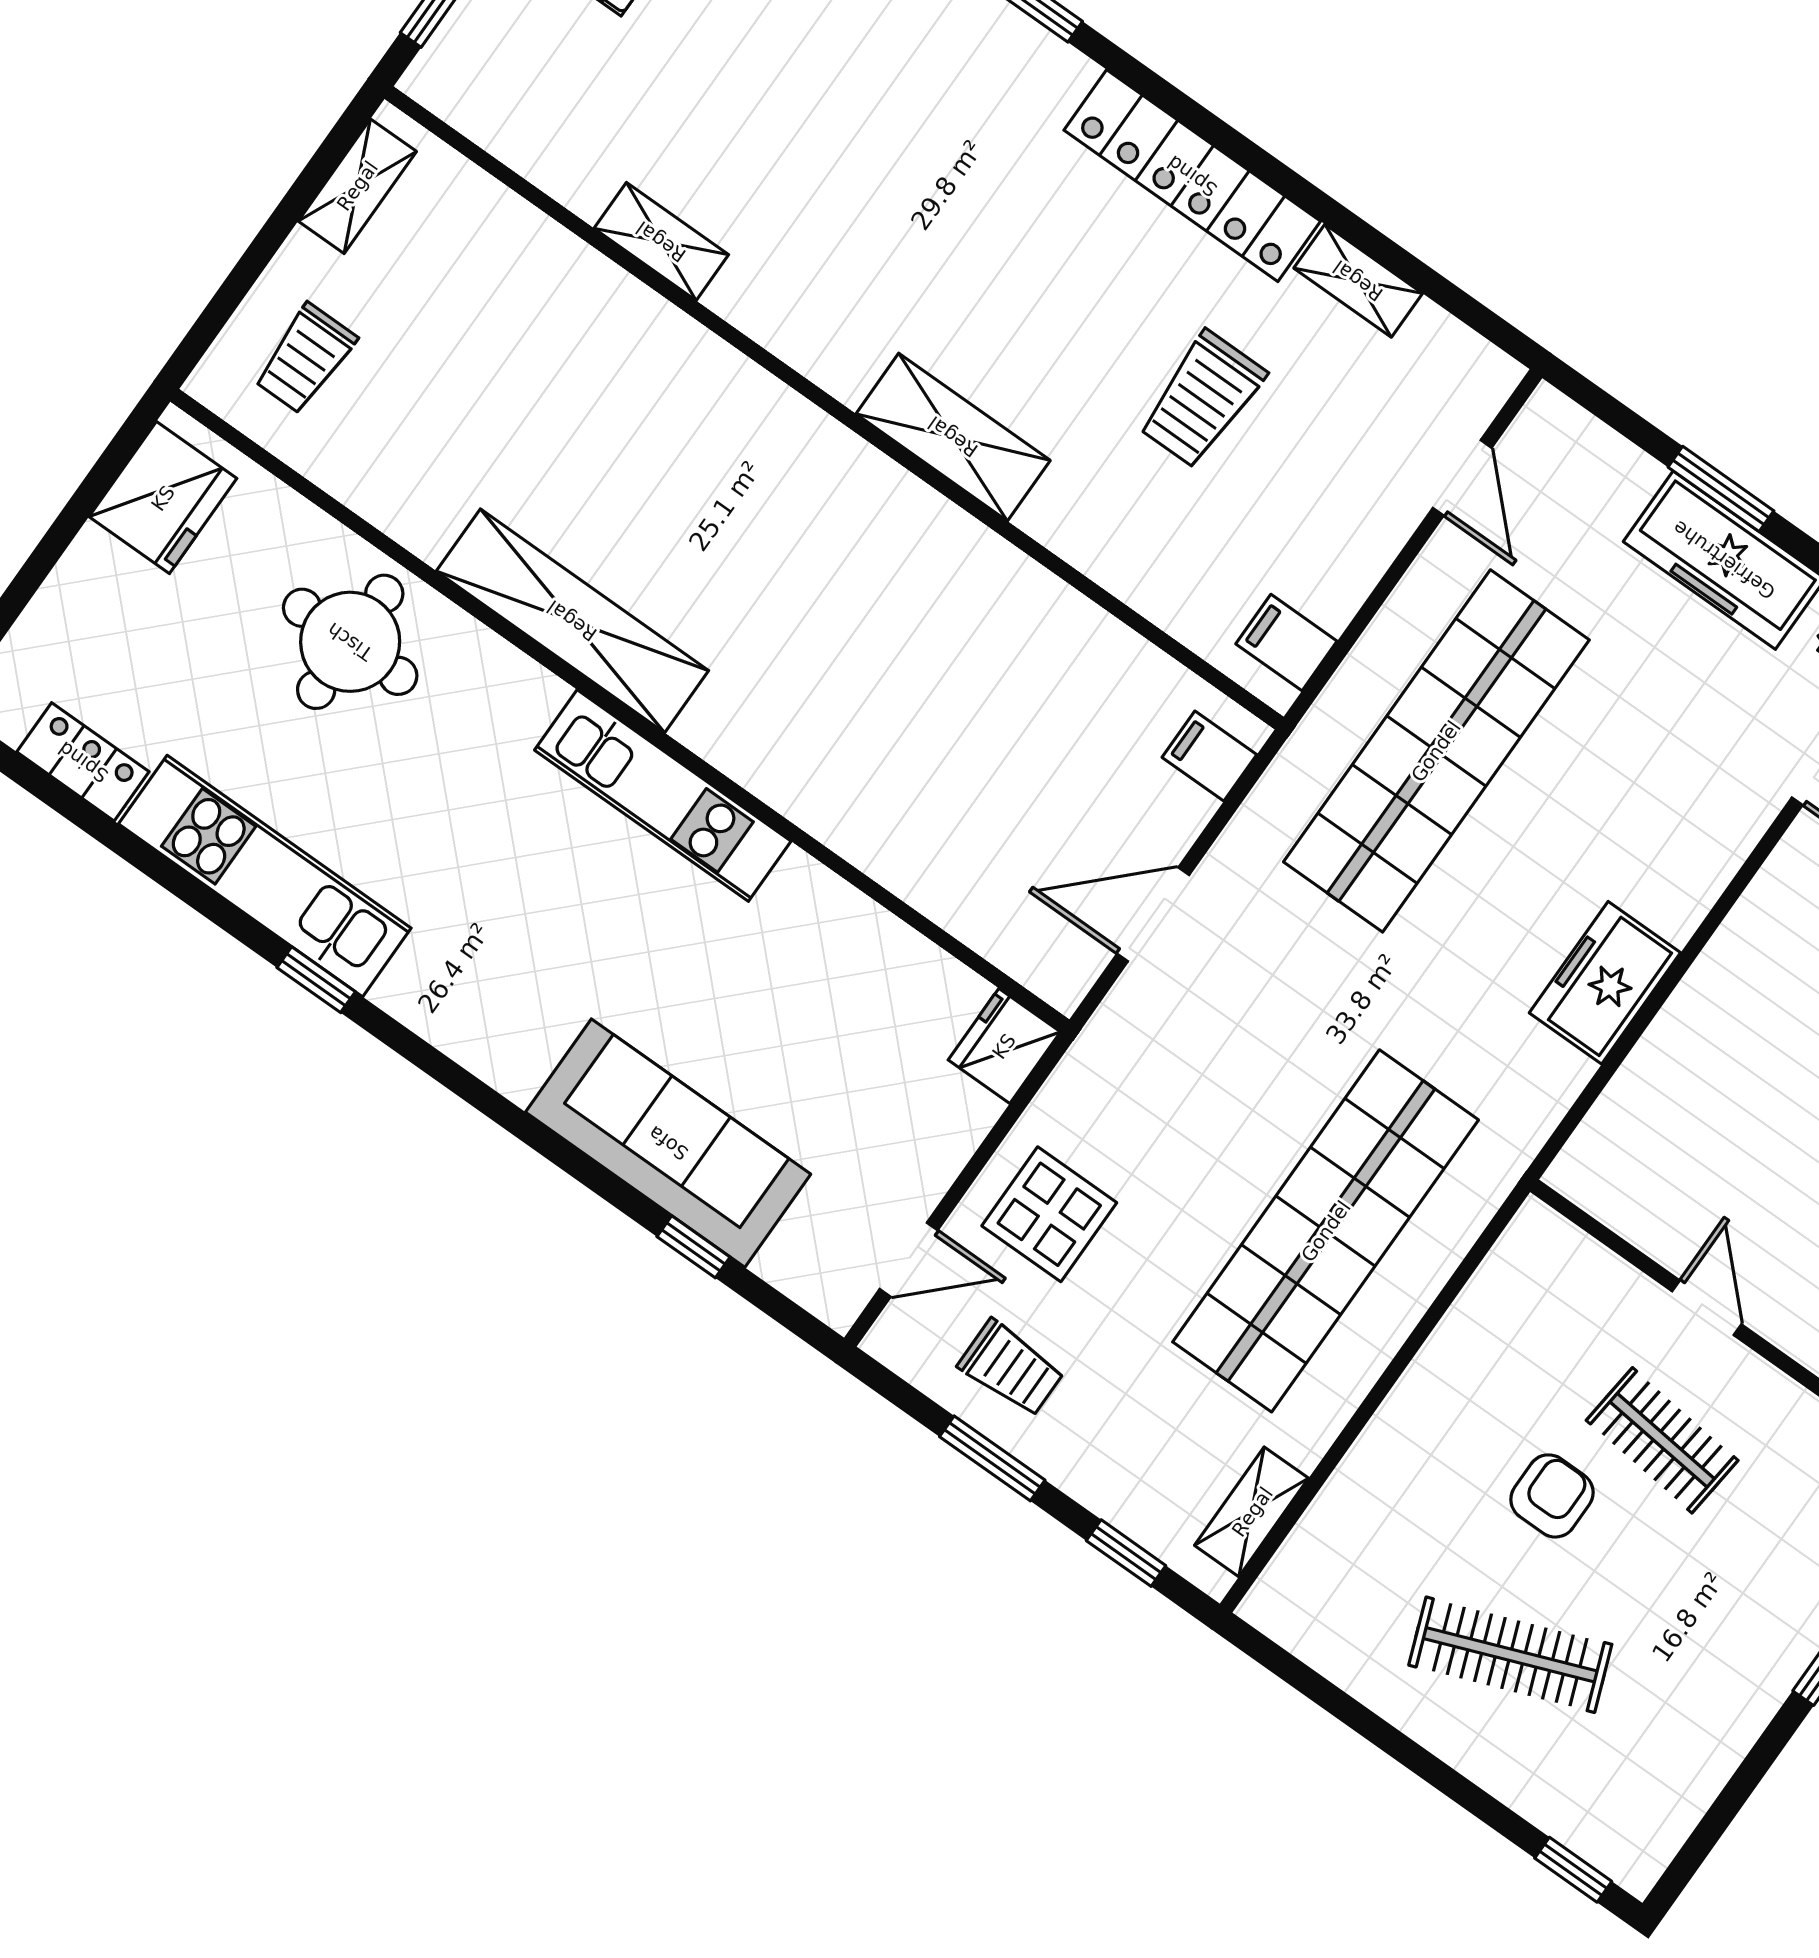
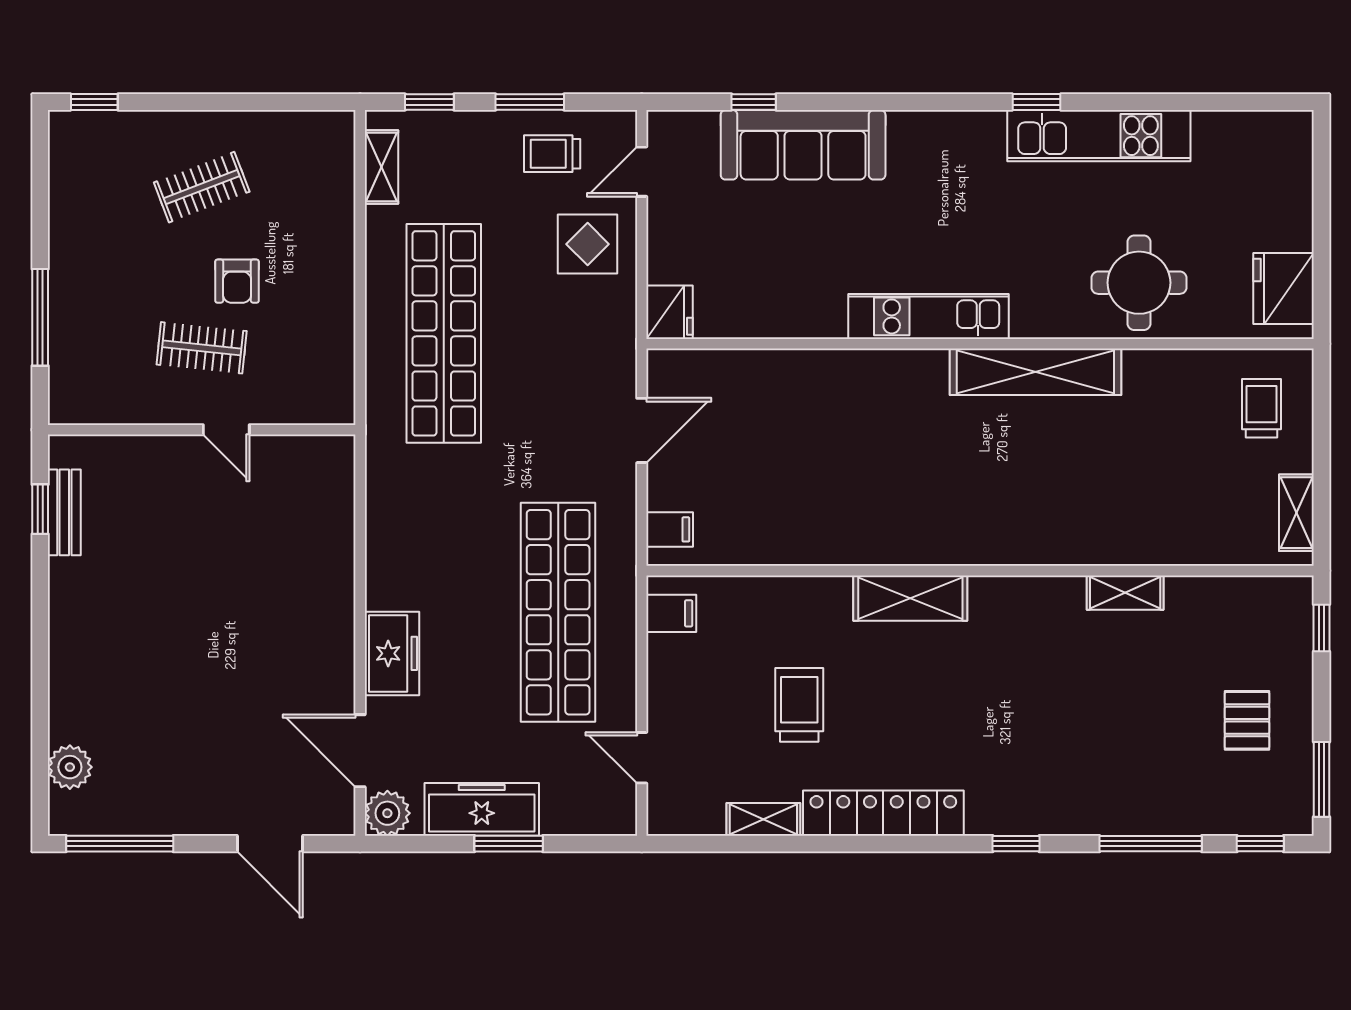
locker: (83, 762) -> (1230, 128), removed
freezer: (1605, 983) -> (392, 653), moved
clothes rail: (1510, 1655) -> (202, 187), width x0.73

